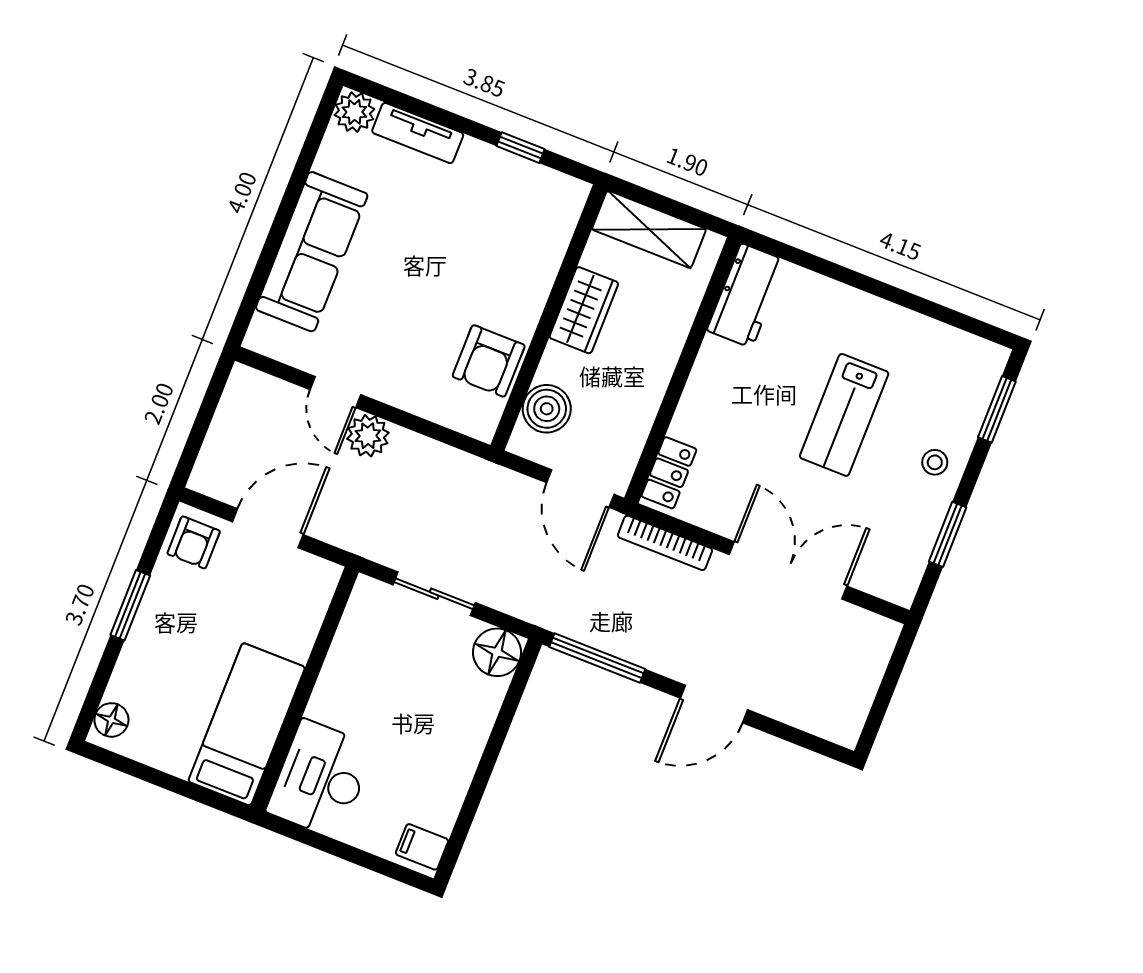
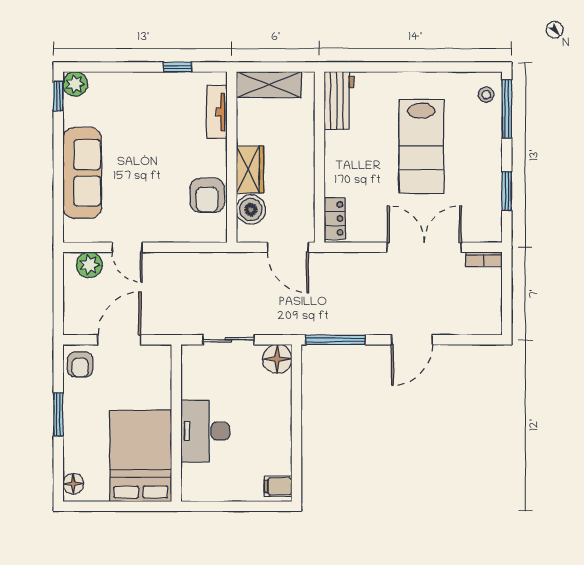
window: (321, 121) -> (58, 96), added
tv unit: (418, 133) -> (217, 112), moved, turned 90
wardrobe: (584, 310) -> (250, 169), moved
window: (997, 409) -> (507, 109), width x1.44
lab bench: (844, 415) -> (421, 146), width x1.36, depth x1.39
plant: (368, 436) -> (89, 265), moved
stool: (935, 462) -> (486, 95), moved
bookcase: (665, 543) -> (484, 259), moved, width x0.64
bed: (247, 724) -> (141, 456), width x1.50
desk: (321, 779) -> (205, 431), moved

